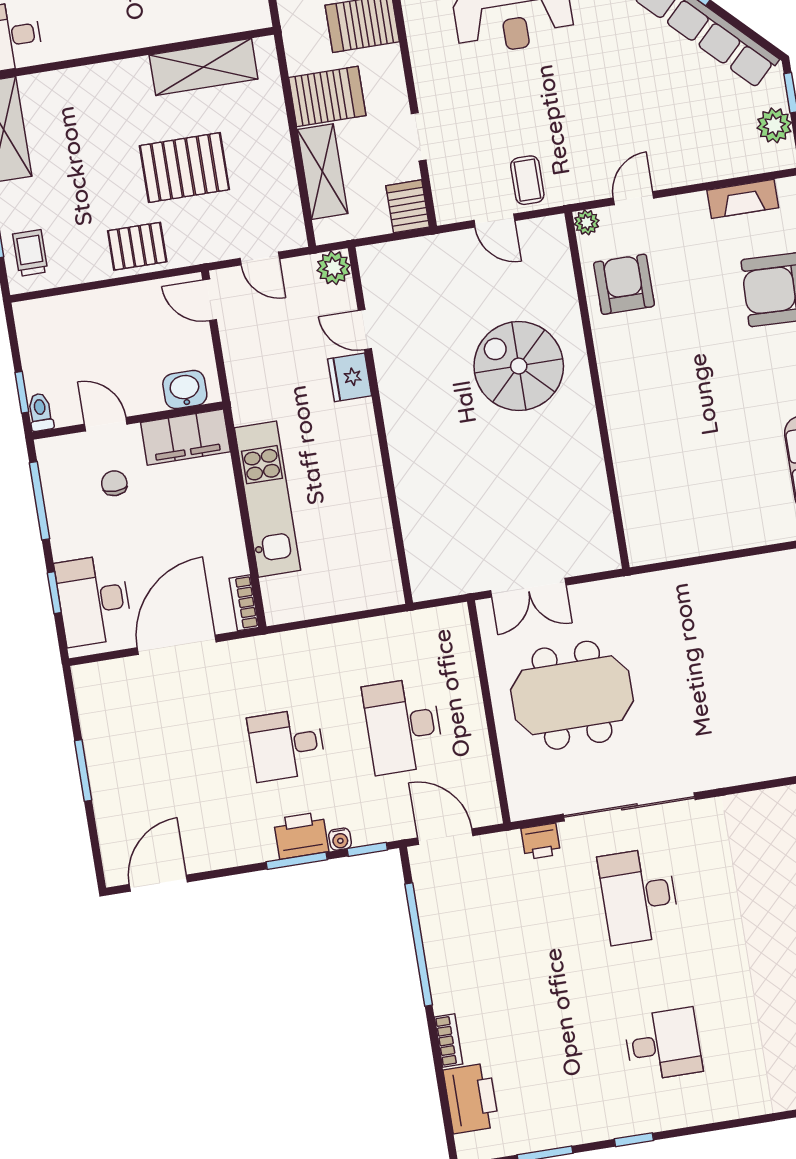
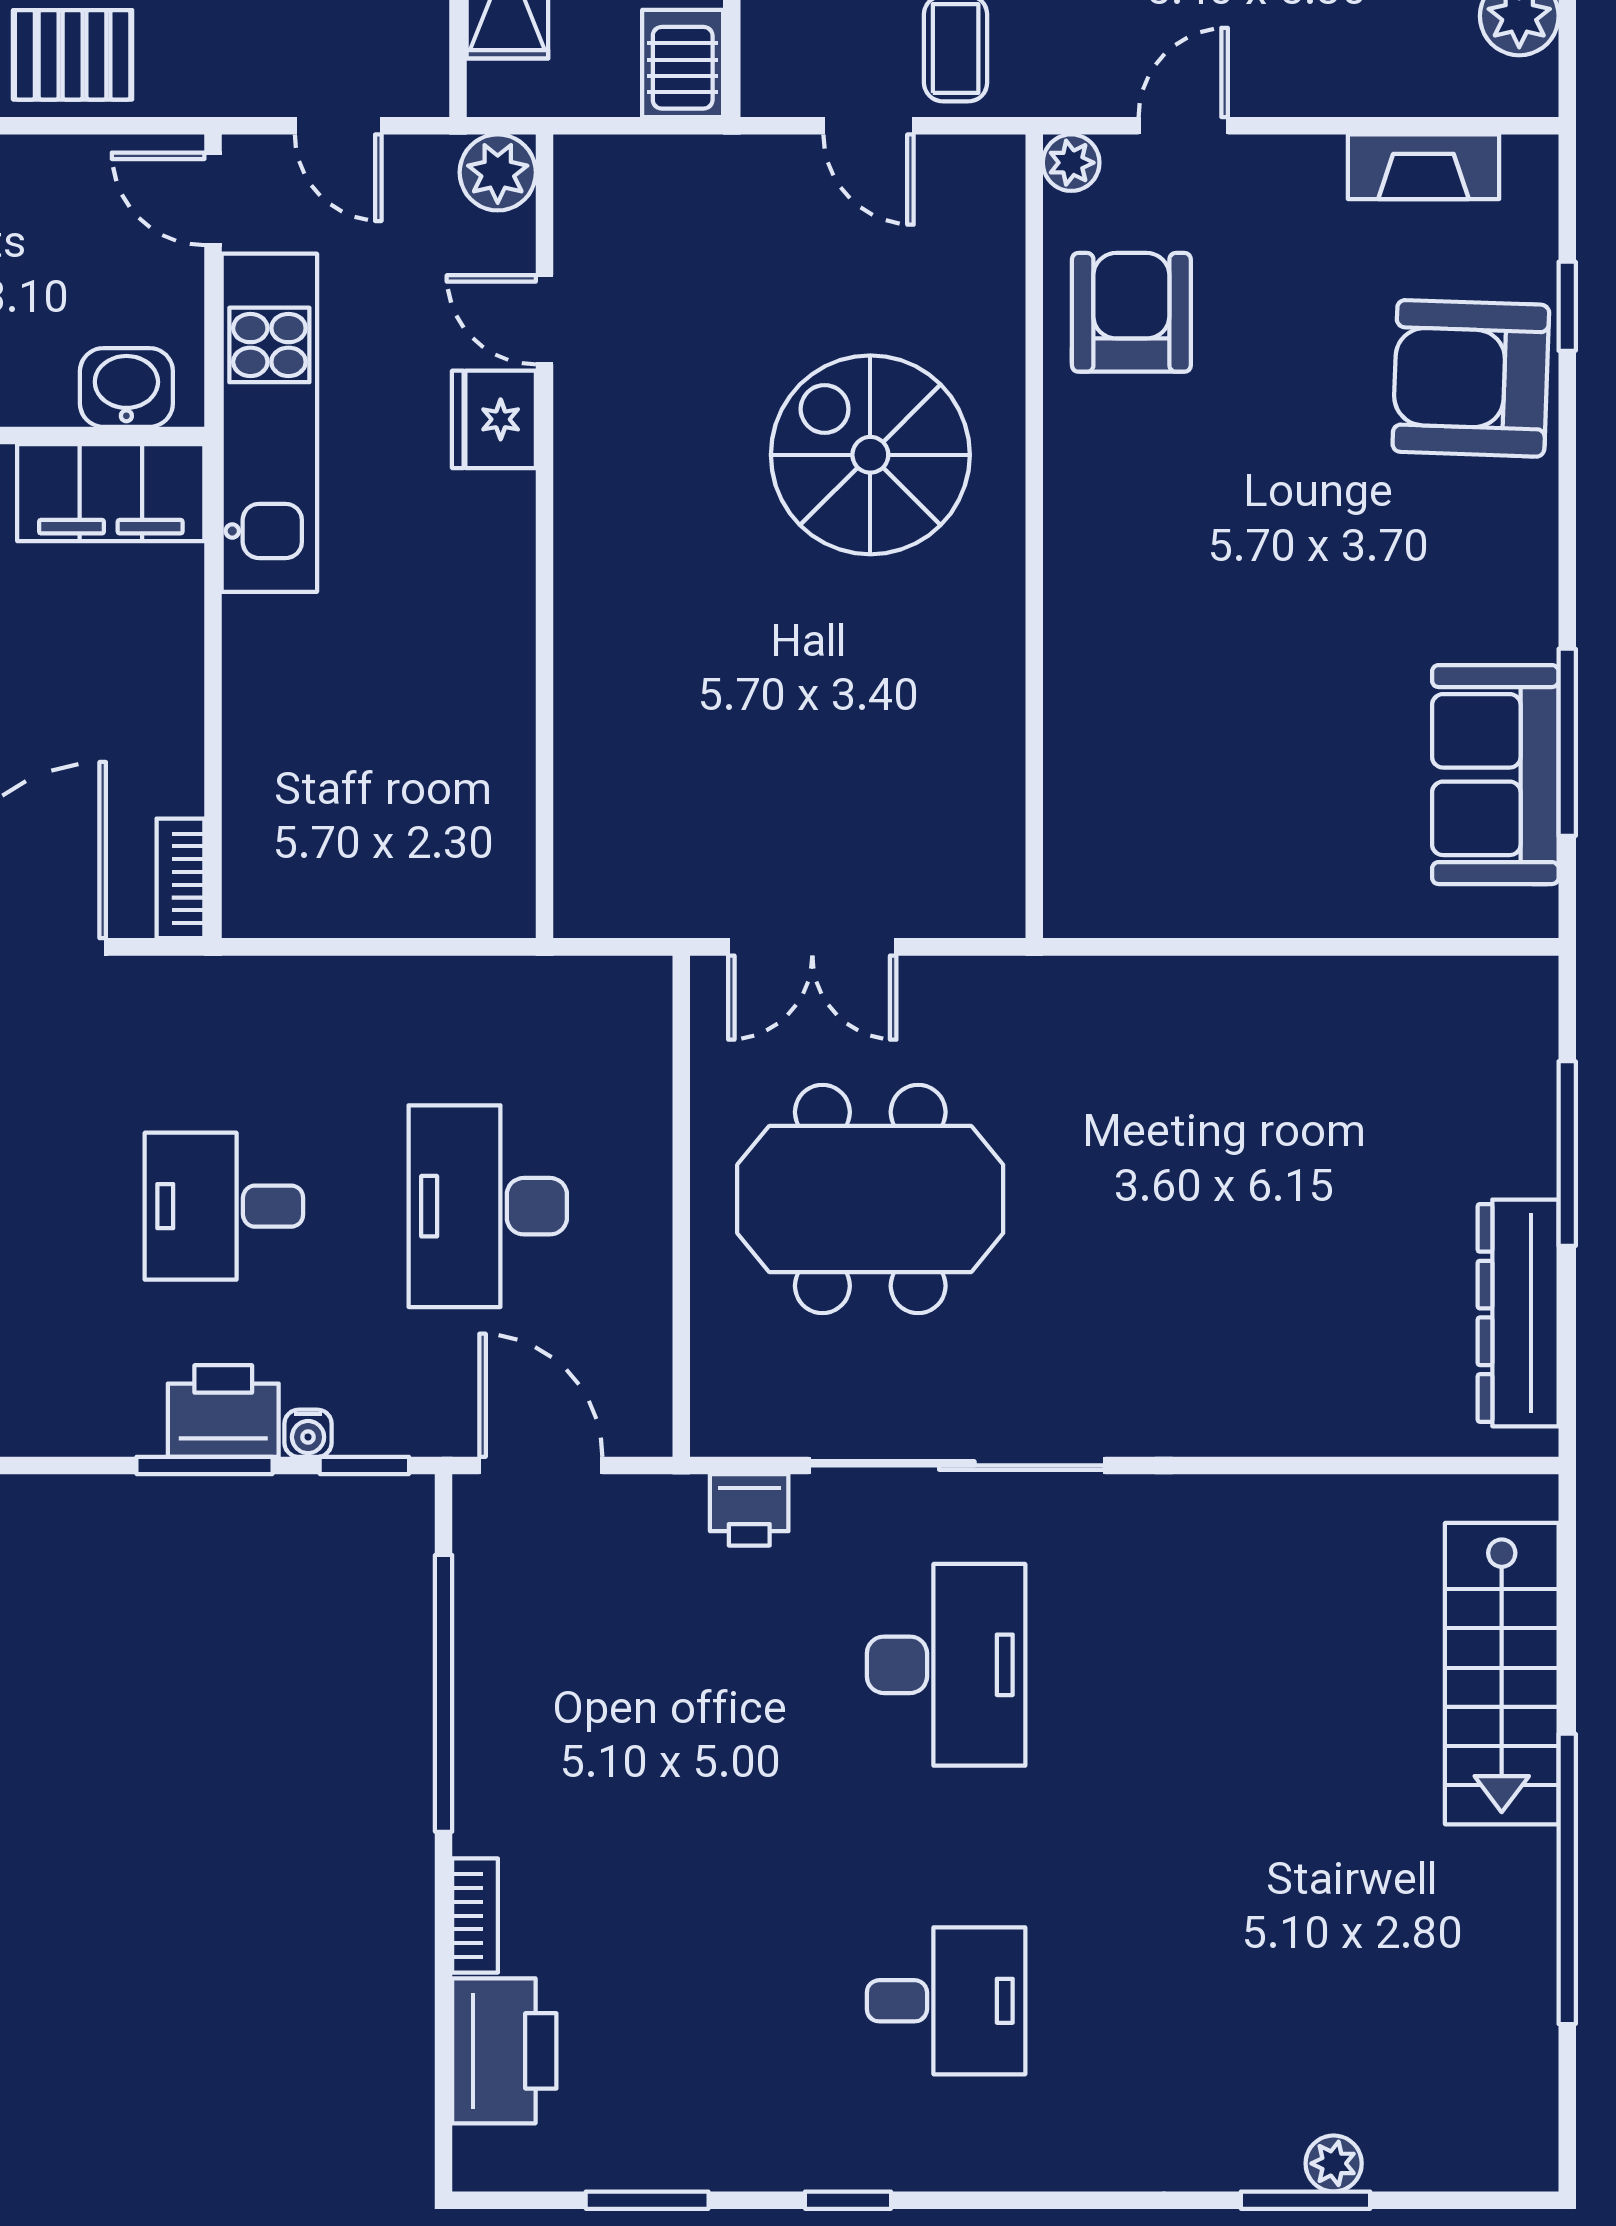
kitchen unit: (267, 499) -> (269, 423), moved
desk: (639, 896) -> (946, 1665), turned 180

